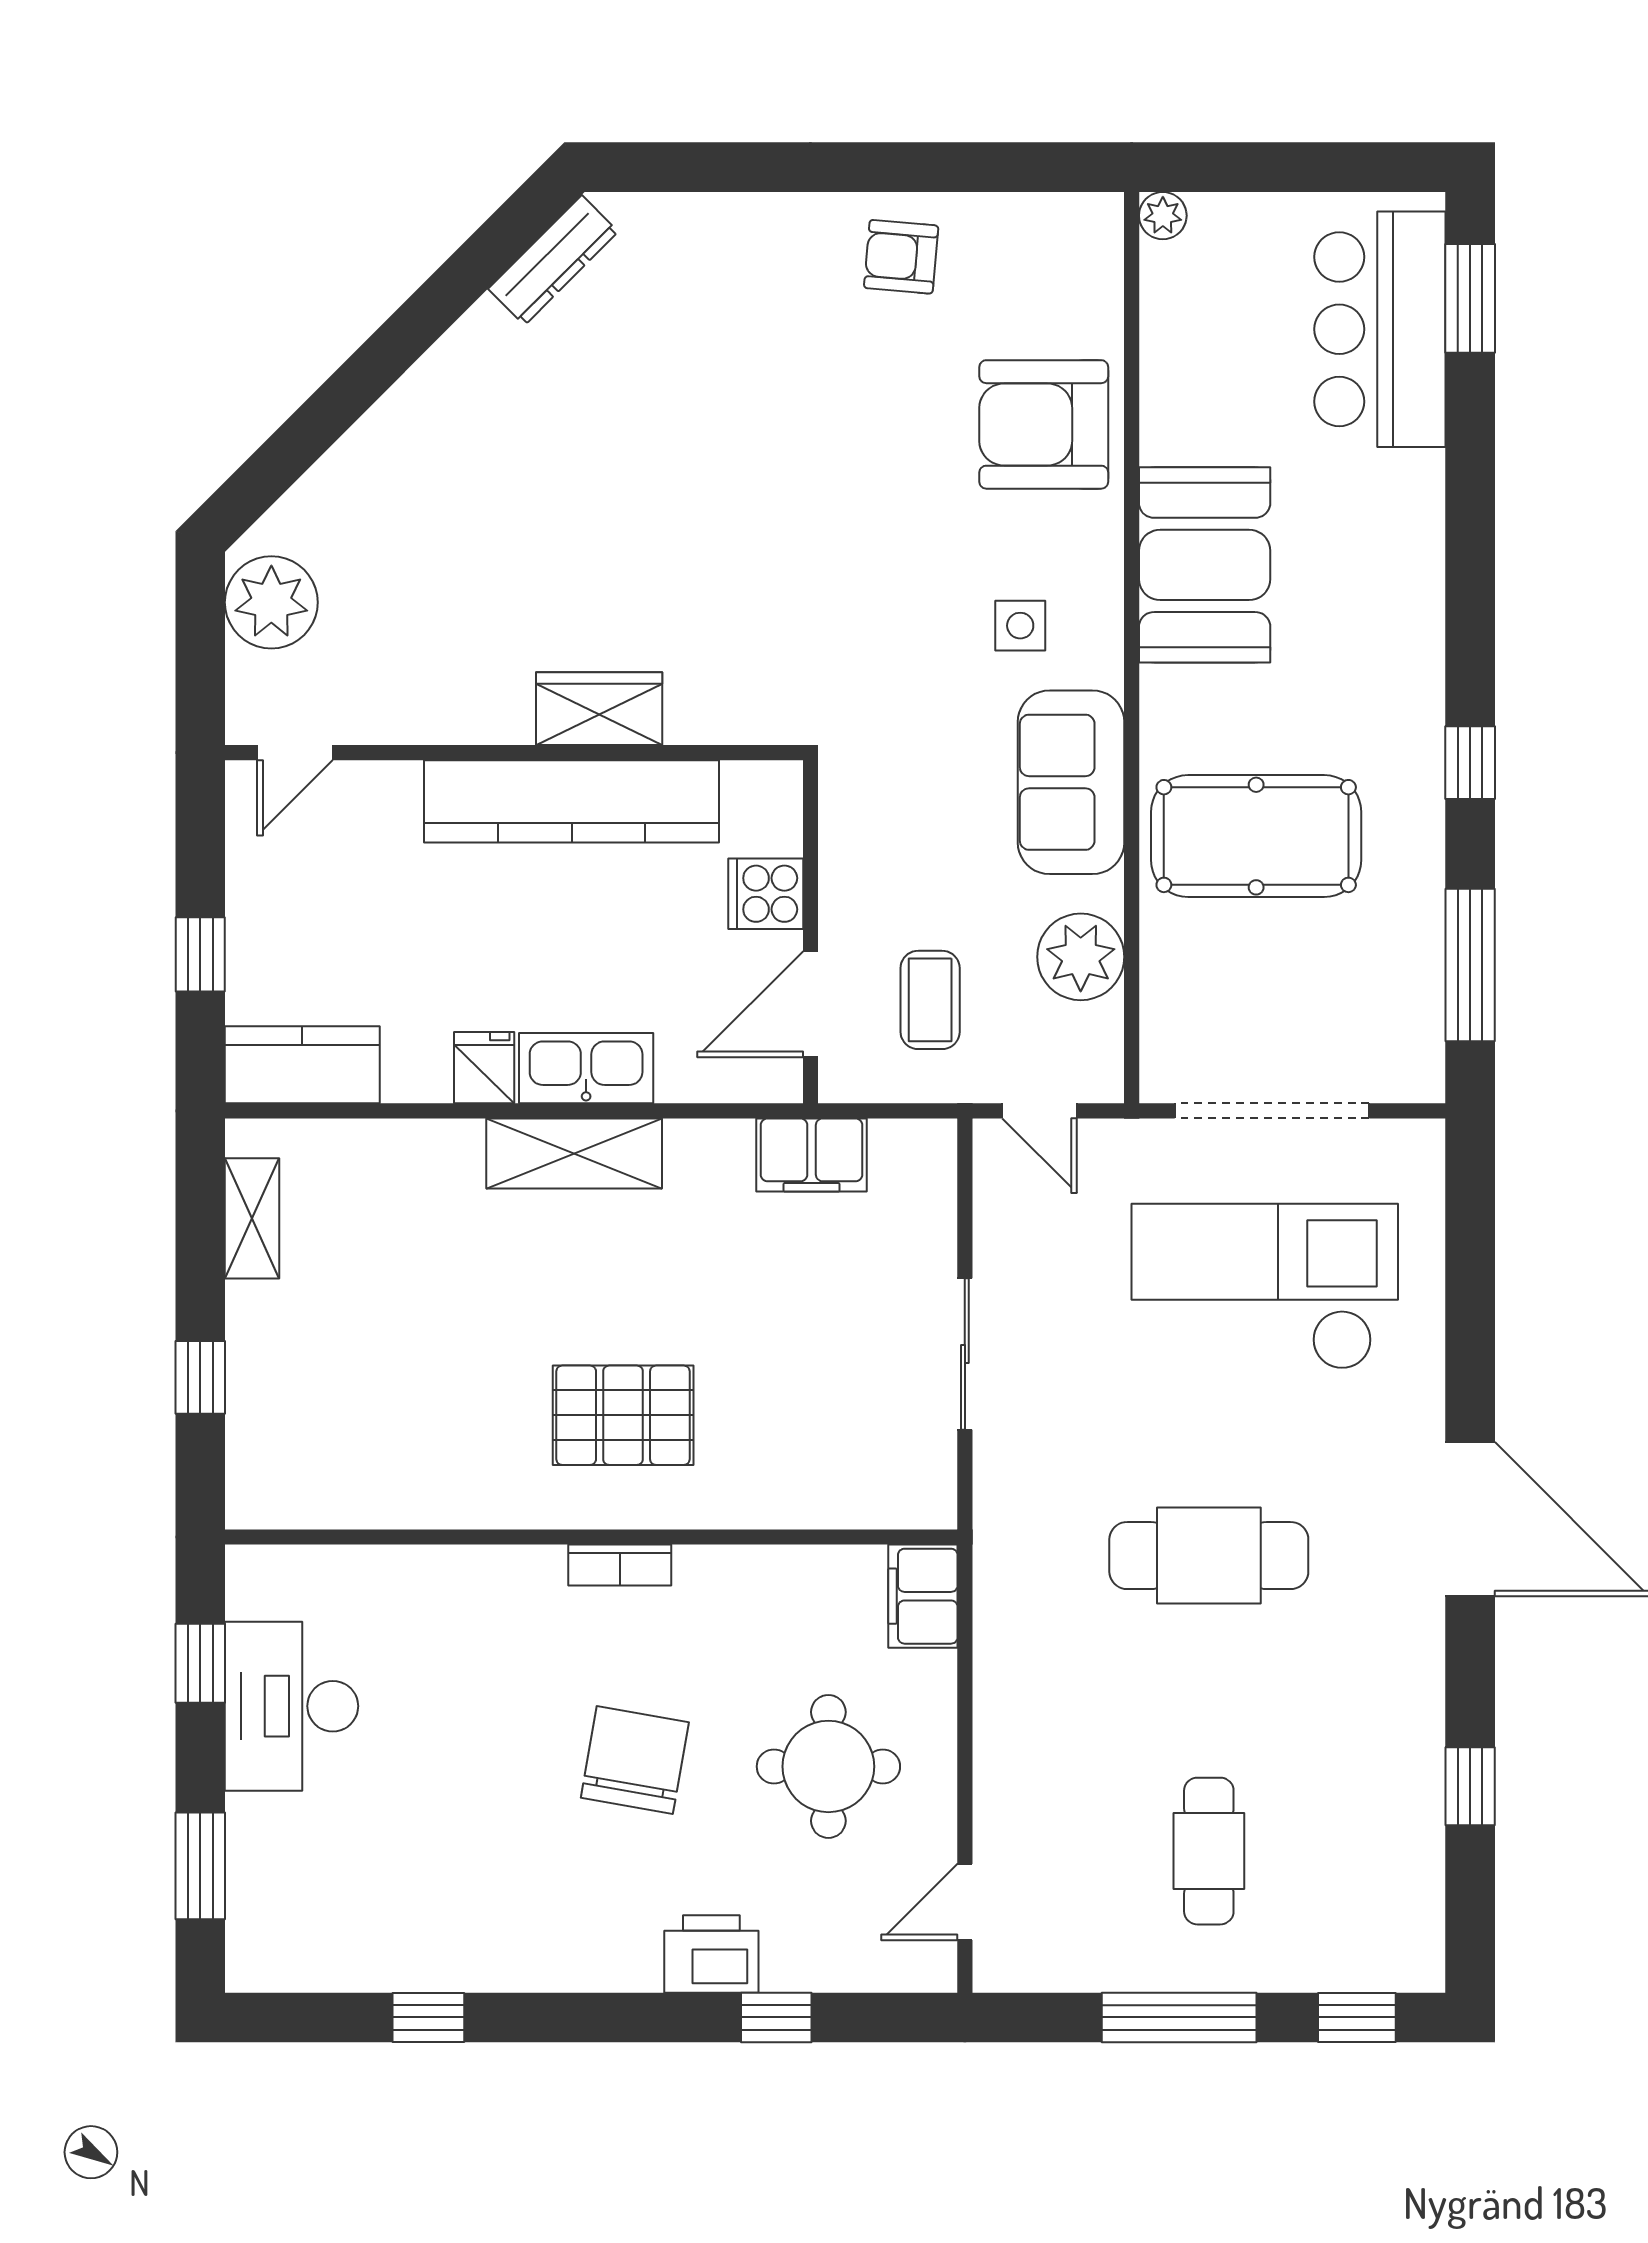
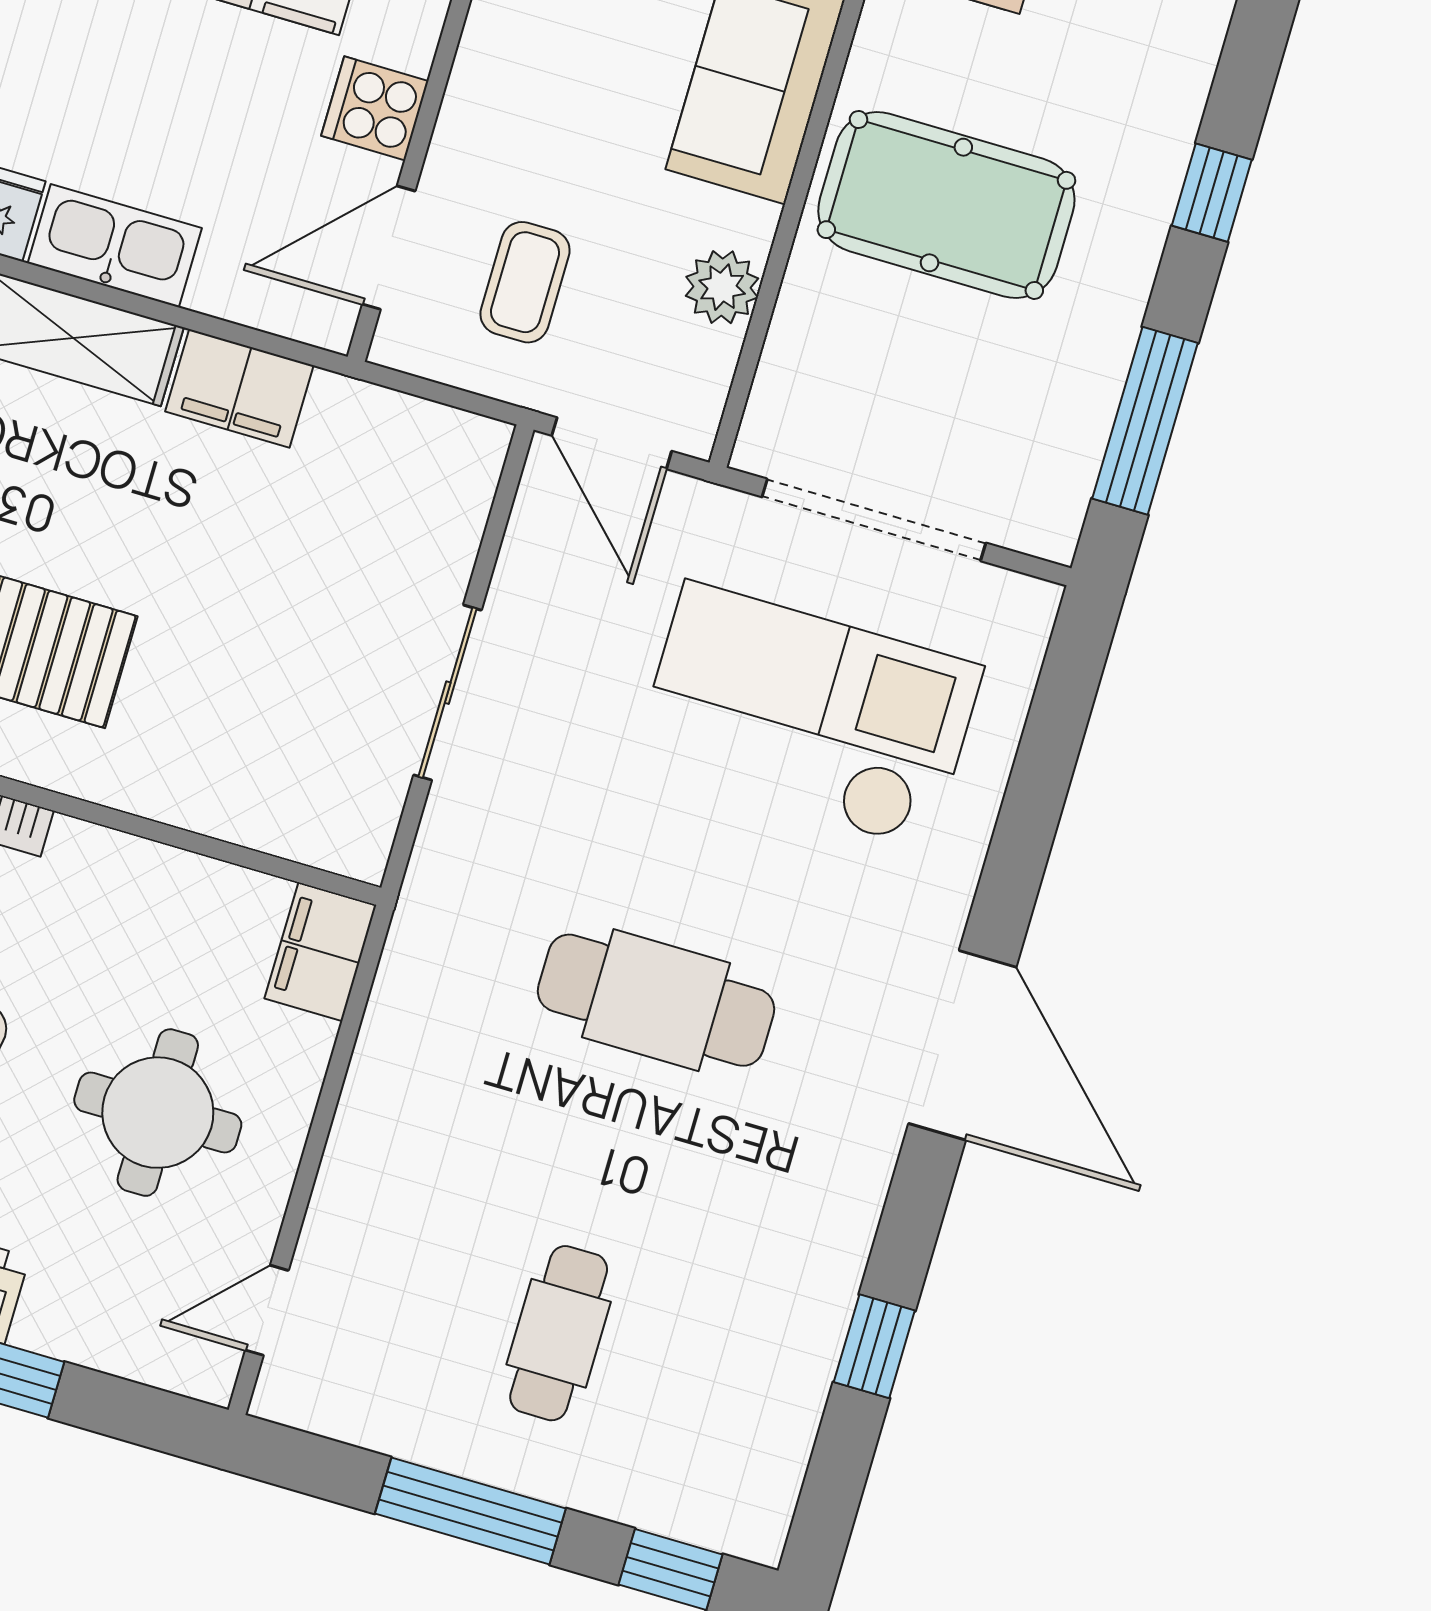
plant: (1081, 957) -> (722, 287), width x0.73, depth x0.73
door: (1039, 1111) -> (612, 443), width x1.38
filing cabinet: (812, 1155) -> (239, 388), moved

